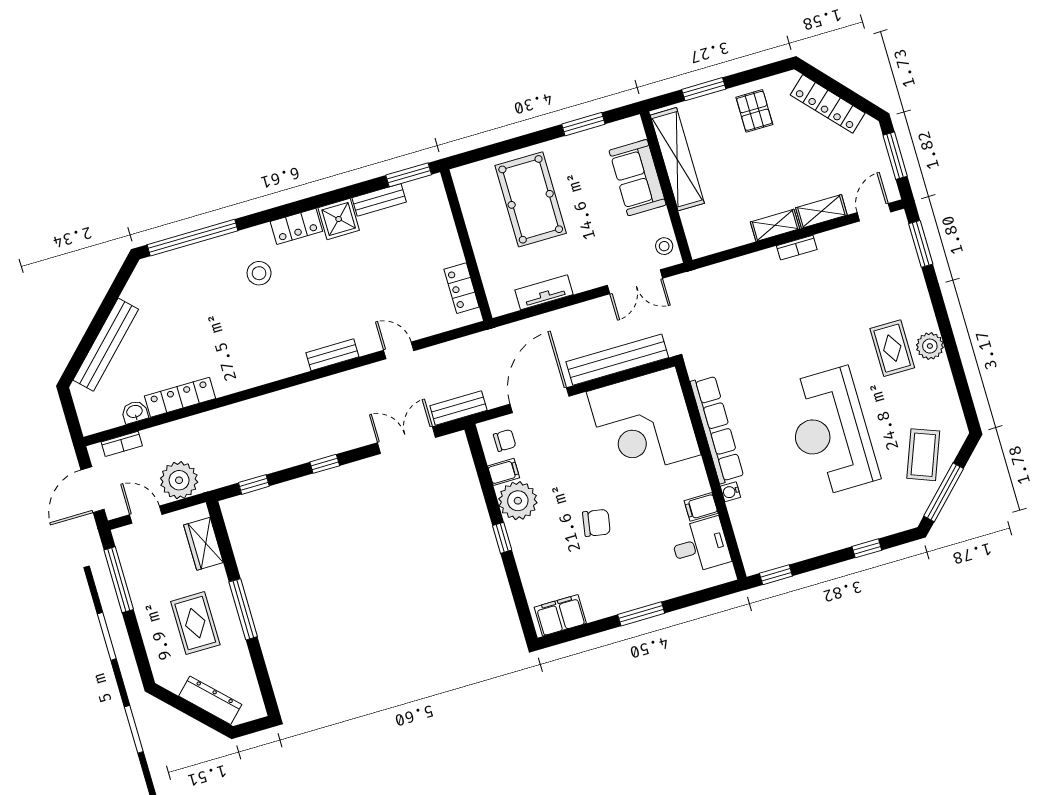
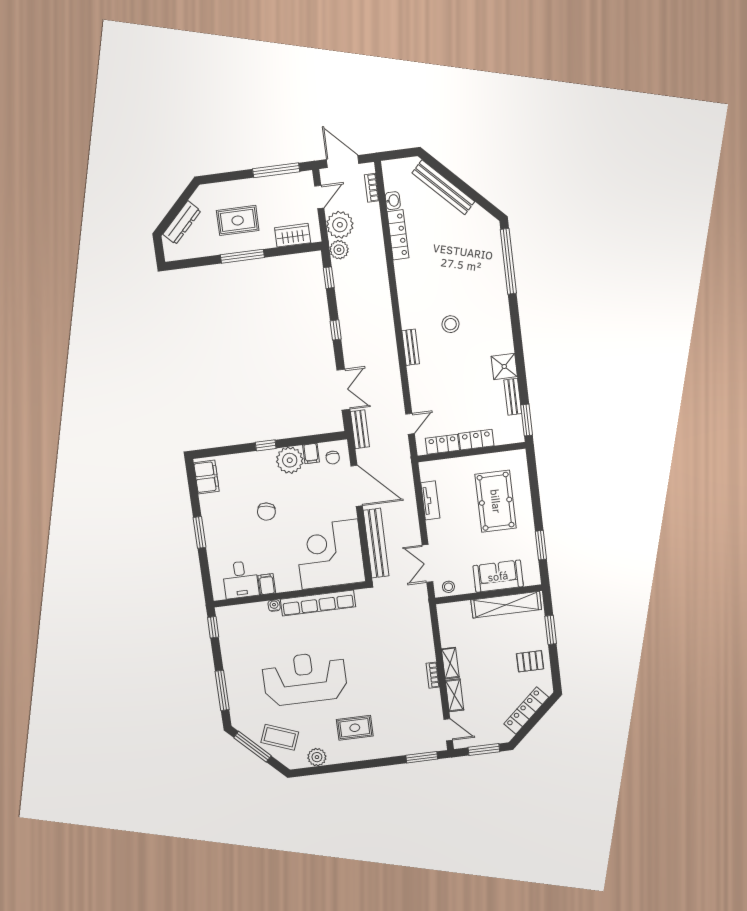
pool table: (531, 199) -> (496, 501), turned 90
locker: (296, 226) -> (476, 440), moved, turned 90
stool: (259, 273) -> (451, 324), moved
plant: (930, 346) -> (317, 757), moved
door: (399, 350) -> (410, 424), moved
plant: (213, 476) -> (339, 250), added
window: (867, 548) -> (222, 690), width x2.17

